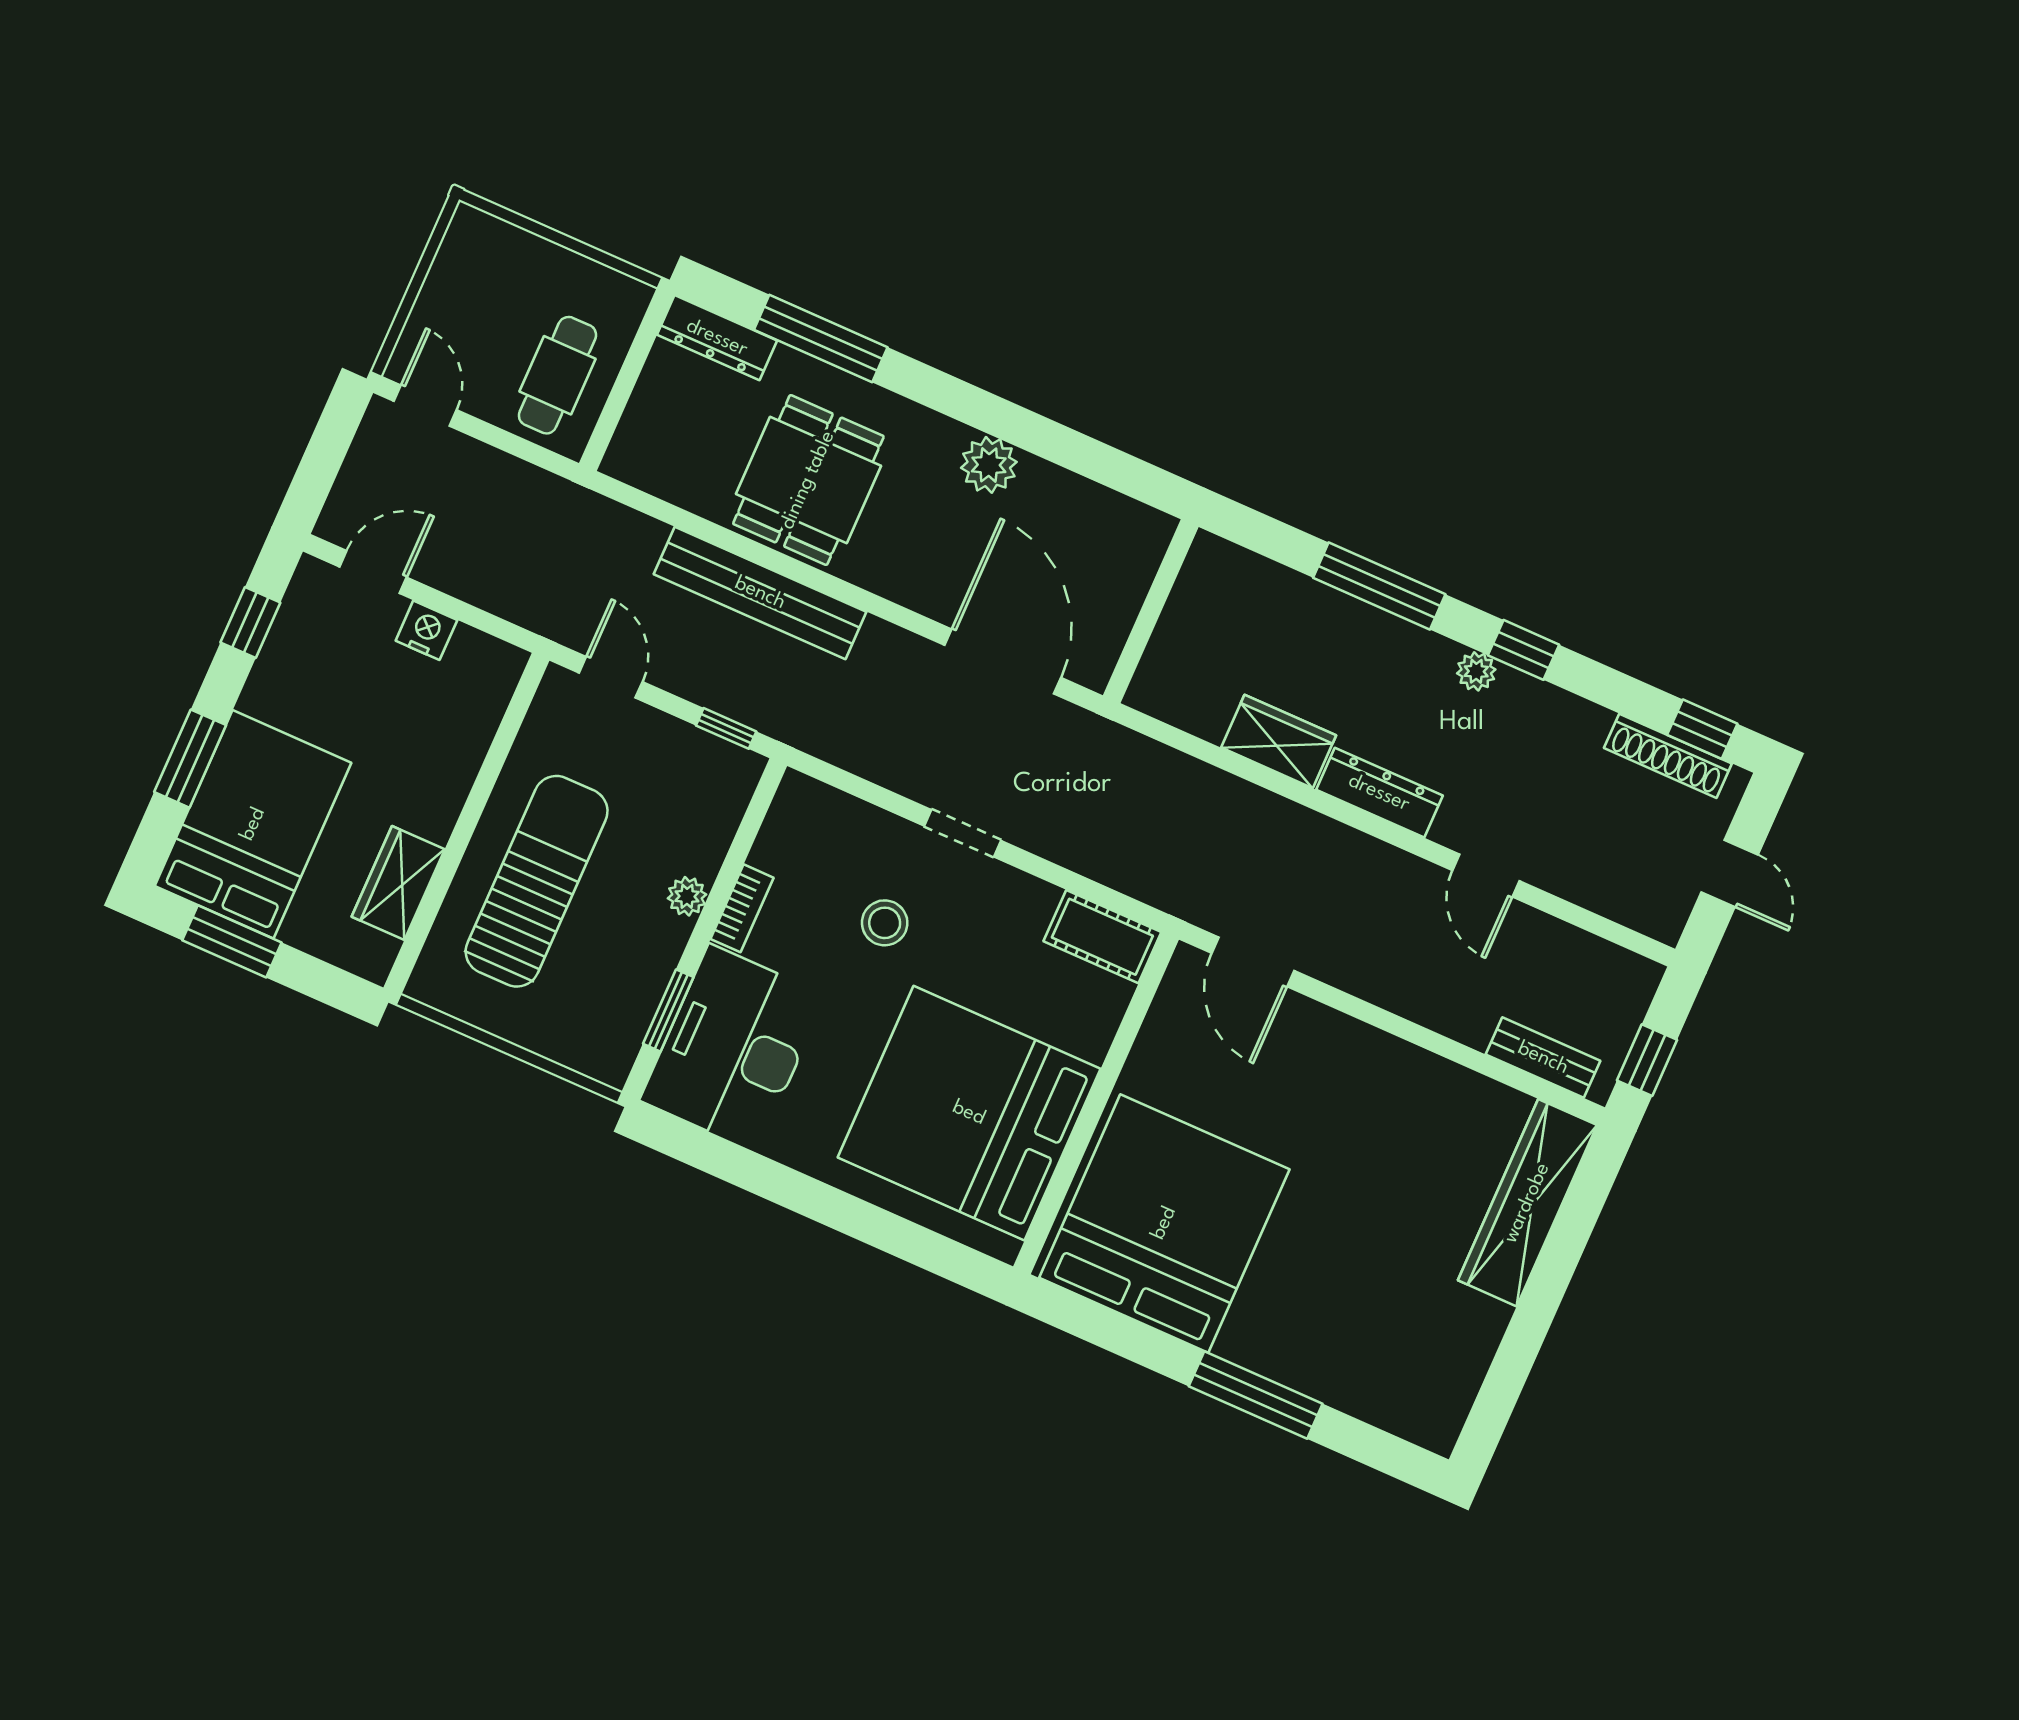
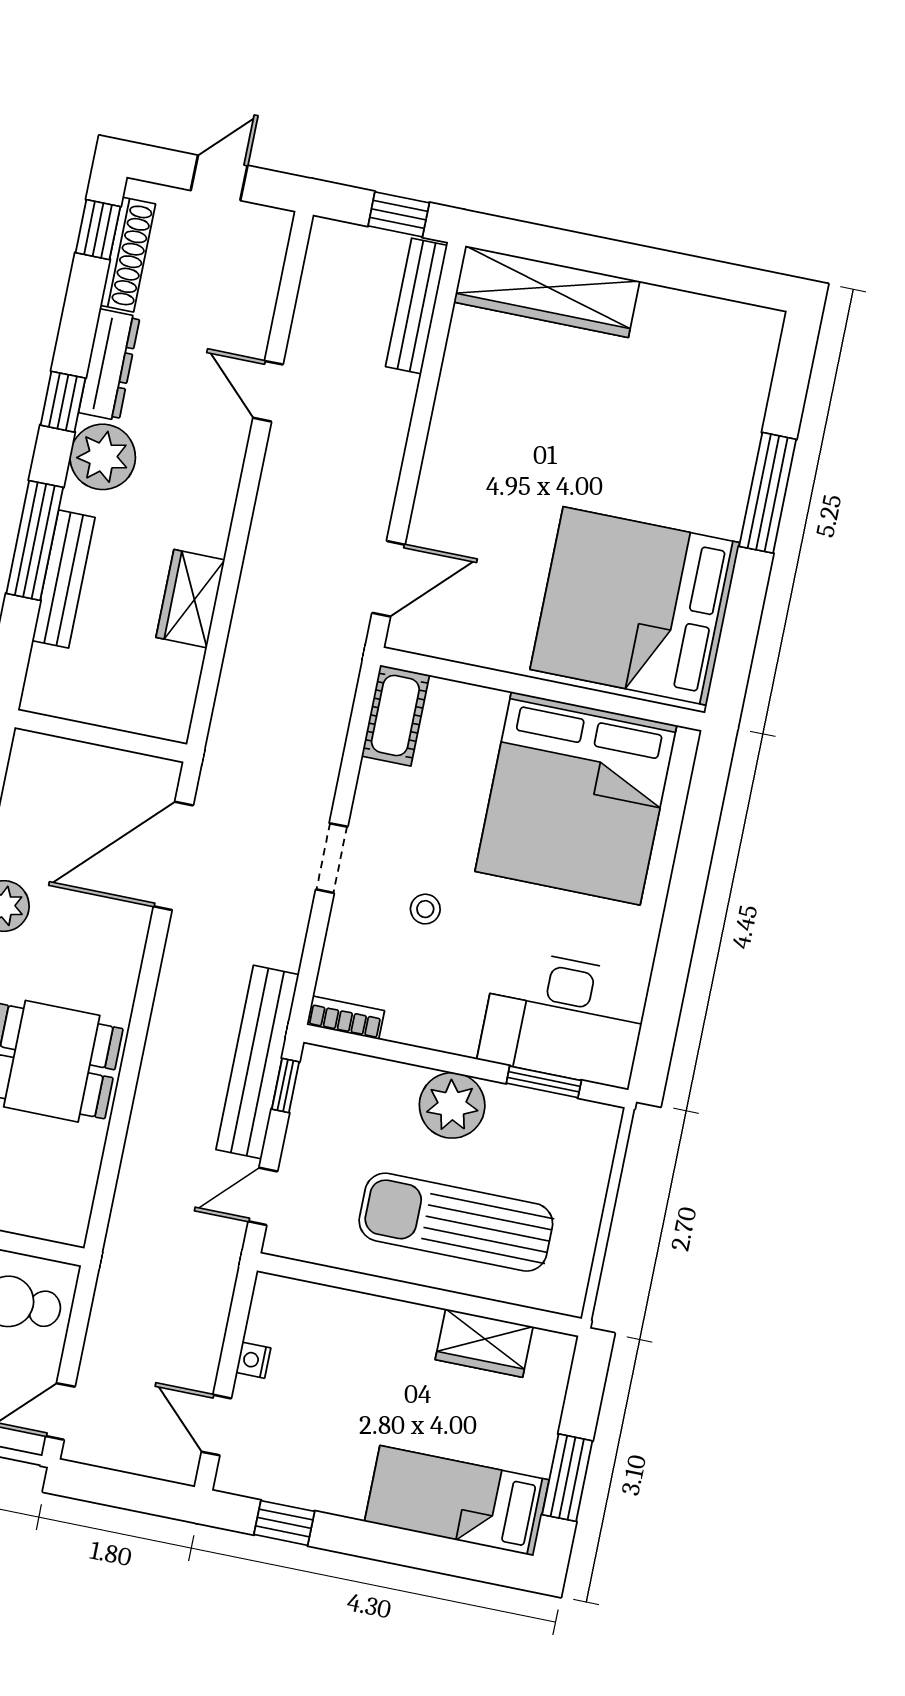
bench: (760, 593) -> (258, 1062), moved
bench: (1330, 608) -> (64, 579), added
nightstand: (426, 630) -> (253, 1360), width x0.72, depth x0.74
plant: (1476, 671) -> (103, 457), width x1.87, depth x1.87
window: (190, 759) -> (415, 1550), removed
dresser: (1379, 793) -> (109, 365), moved, turned 180
bed: (253, 824) -> (457, 1501), width x0.67
door: (1486, 876) -> (268, 391), swing flipped
plant: (687, 896) -> (452, 1105), width x1.88, depth x1.88
bookcase: (742, 908) -> (346, 1018), moved
stool: (885, 923) -> (425, 909), width x0.73, depth x0.73
bench: (1543, 1058) -> (416, 306), width x1.36

